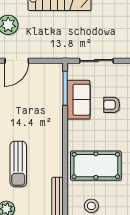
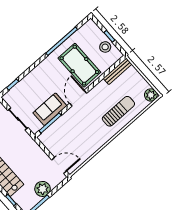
armchair: (112, 105) -> (36, 87), removed
door: (65, 136) -> (78, 98), added

